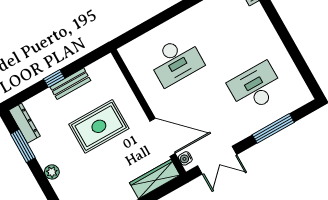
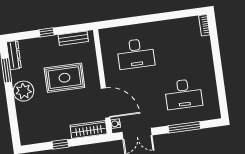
bench: (70, 84) -> (73, 38), moved
desk: (256, 87) -> (183, 94), turned 180
plant: (52, 172) -> (23, 91), width x1.88, depth x1.88

